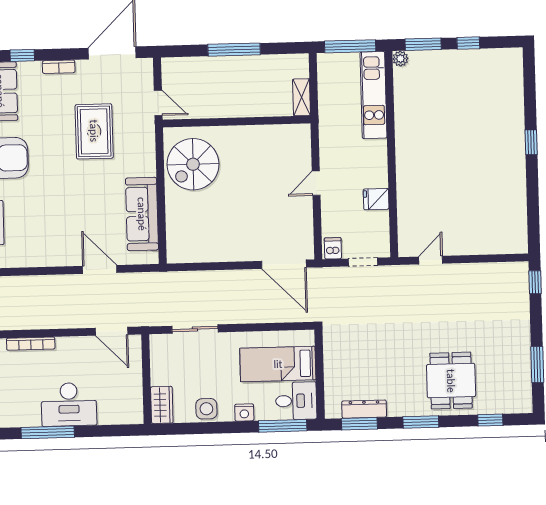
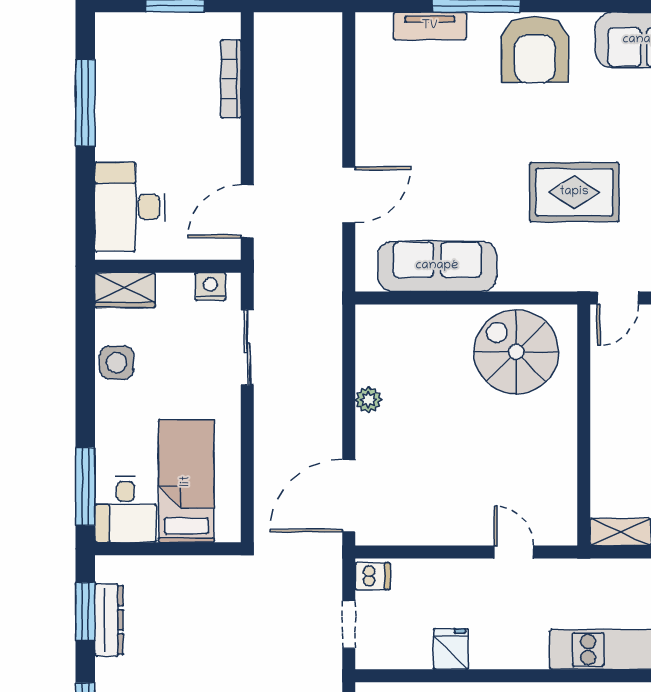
door: (316, 183) -> (514, 552), moved
plant: (225, 254) -> (368, 400), added
desk: (69, 404) -> (130, 207), moved
nightstand: (244, 413) -> (210, 287), moved, turned 90

